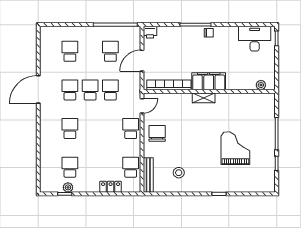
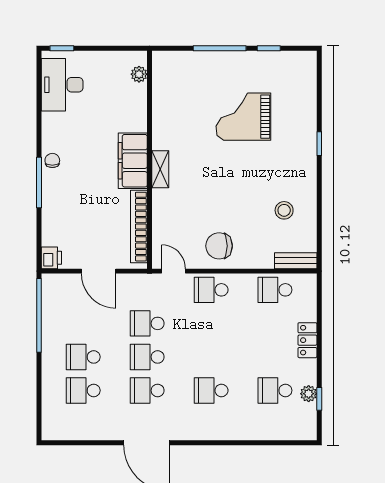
school desk: (110, 51) -> (83, 357), moved
bench: (148, 175) -> (296, 261), width x0.73
locker: (111, 187) -> (307, 340), moved

